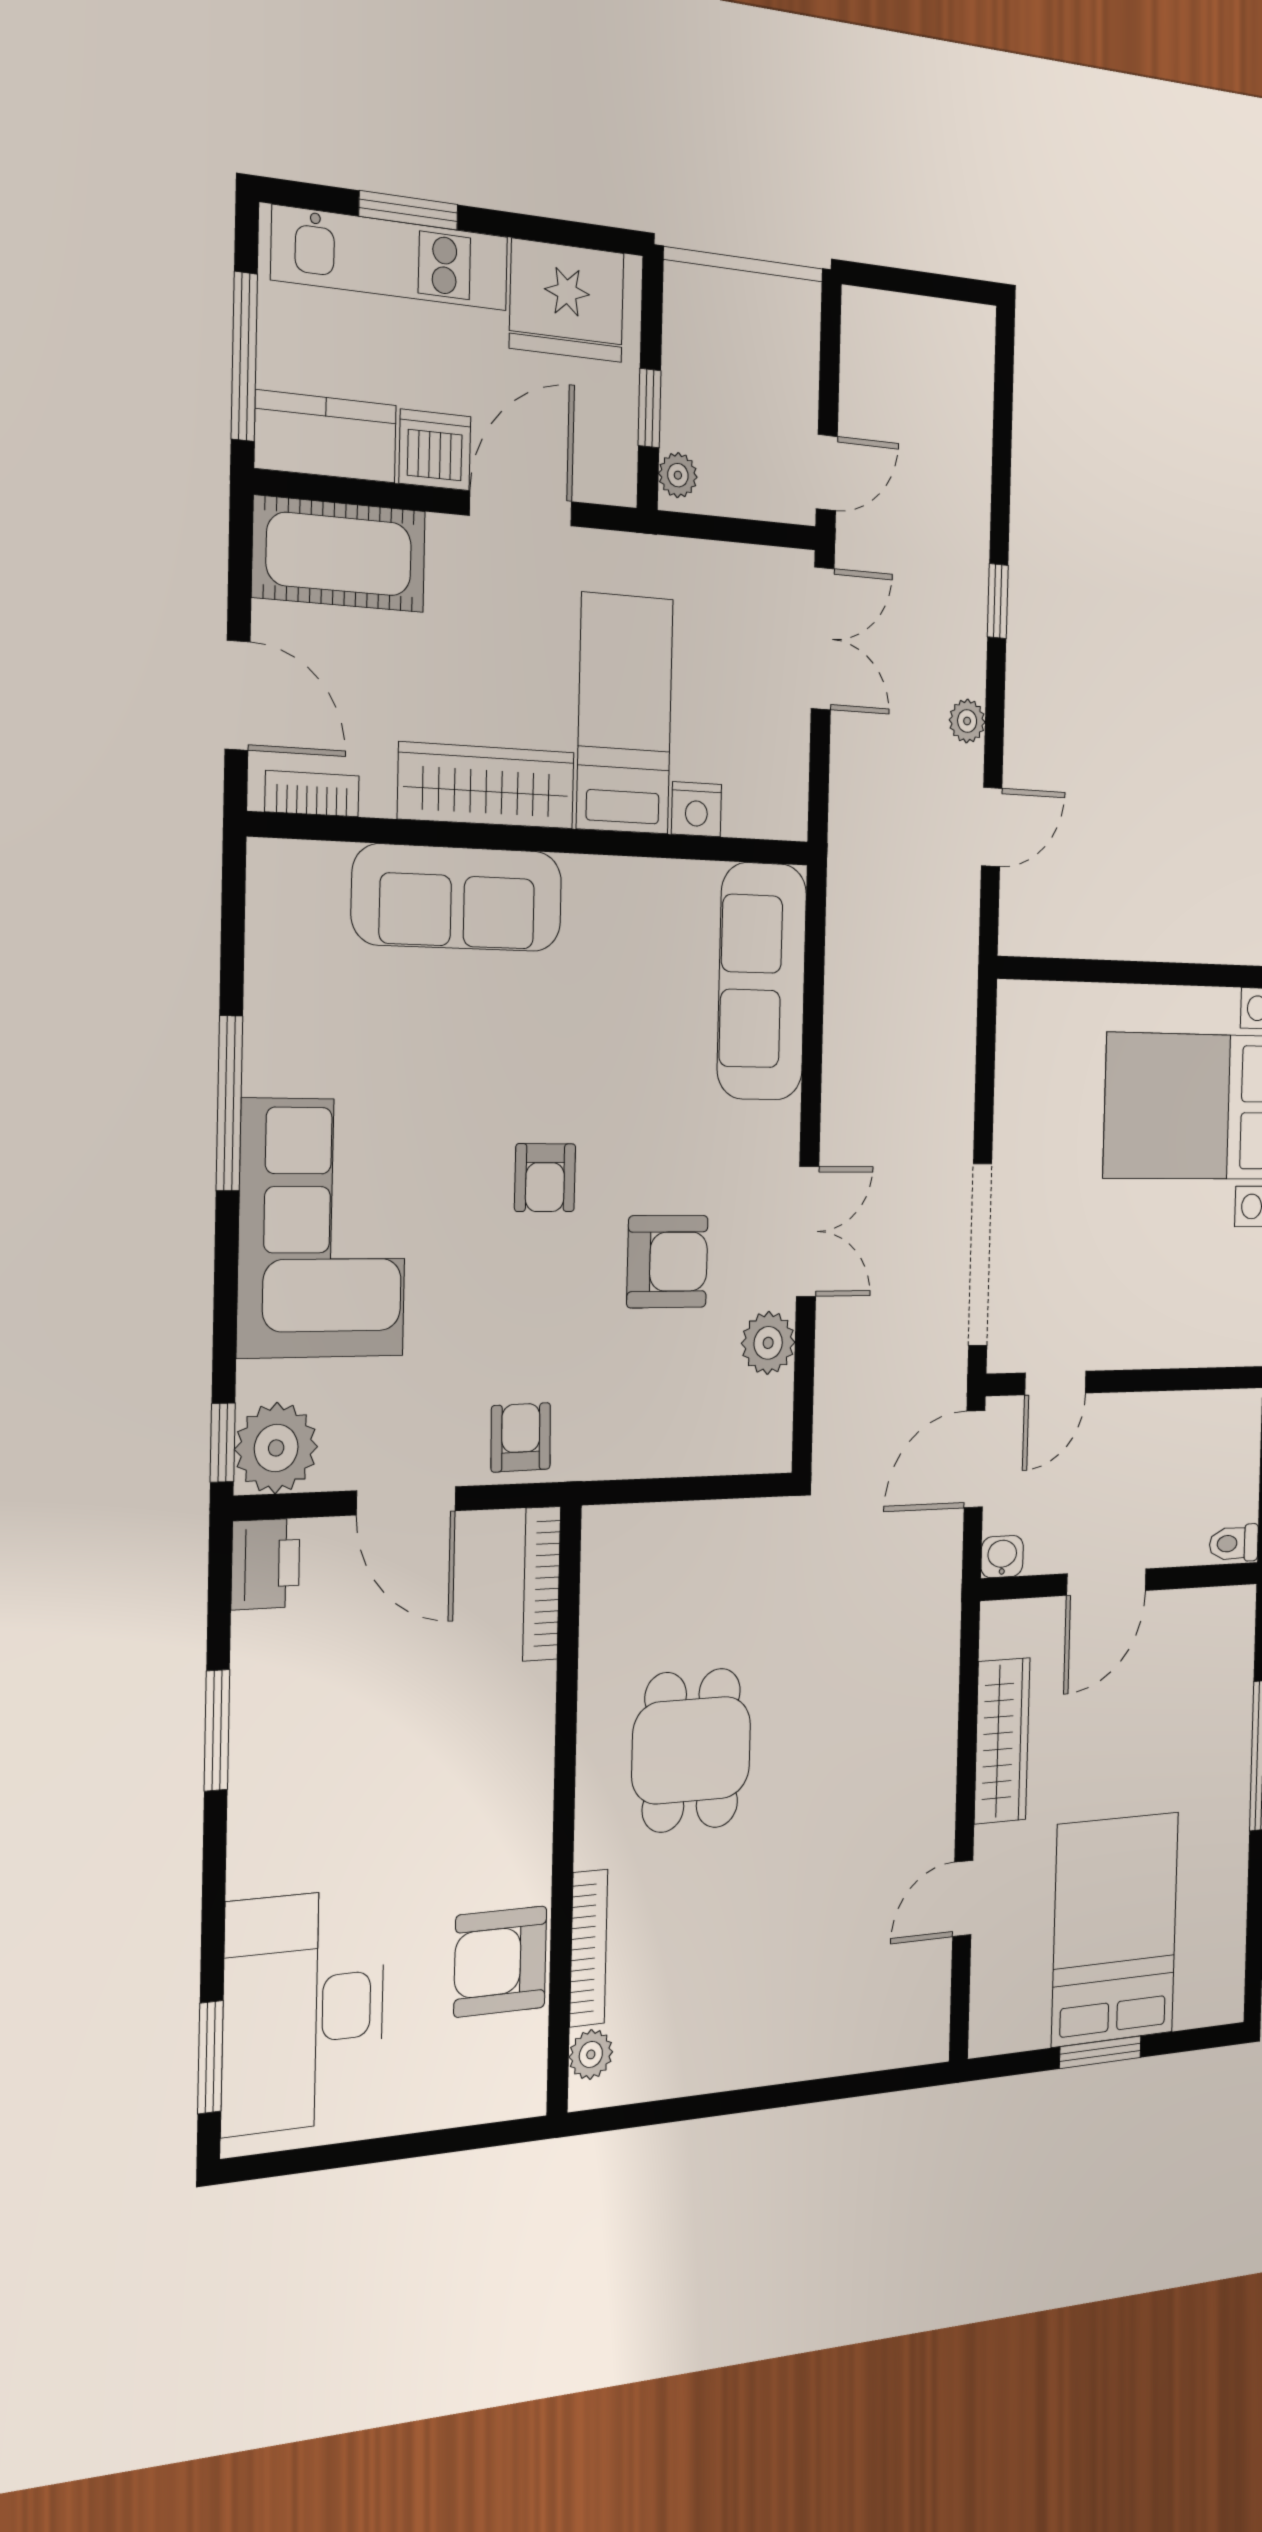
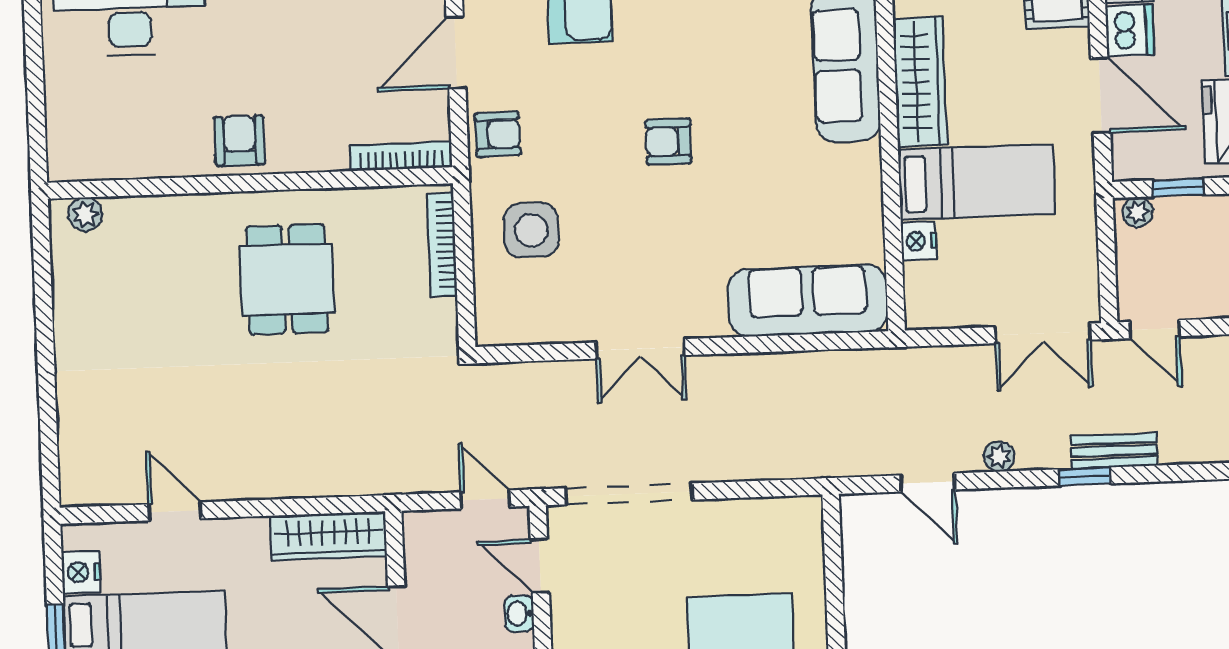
bench: (970, 554) -> (1114, 451), added
armchair: (667, 1262) -> (616, 239), removed
plant: (768, 1343) -> (564, 322), removed
side table: (650, 1389) -> (531, 230), added
door: (975, 1459) -> (485, 499), width x0.73
washbasin: (1002, 1557) -> (519, 614), moved, turned 180
wardrobe: (1002, 1741) -> (328, 536), moved
dining table: (691, 1750) -> (287, 279), turned 90
bookcase: (589, 1948) -> (442, 244), moved, turned 90
armchair: (500, 1962) -> (239, 141), moved, width x0.72, depth x0.72
nightstand: (1025, 2025) -> (81, 572), added

